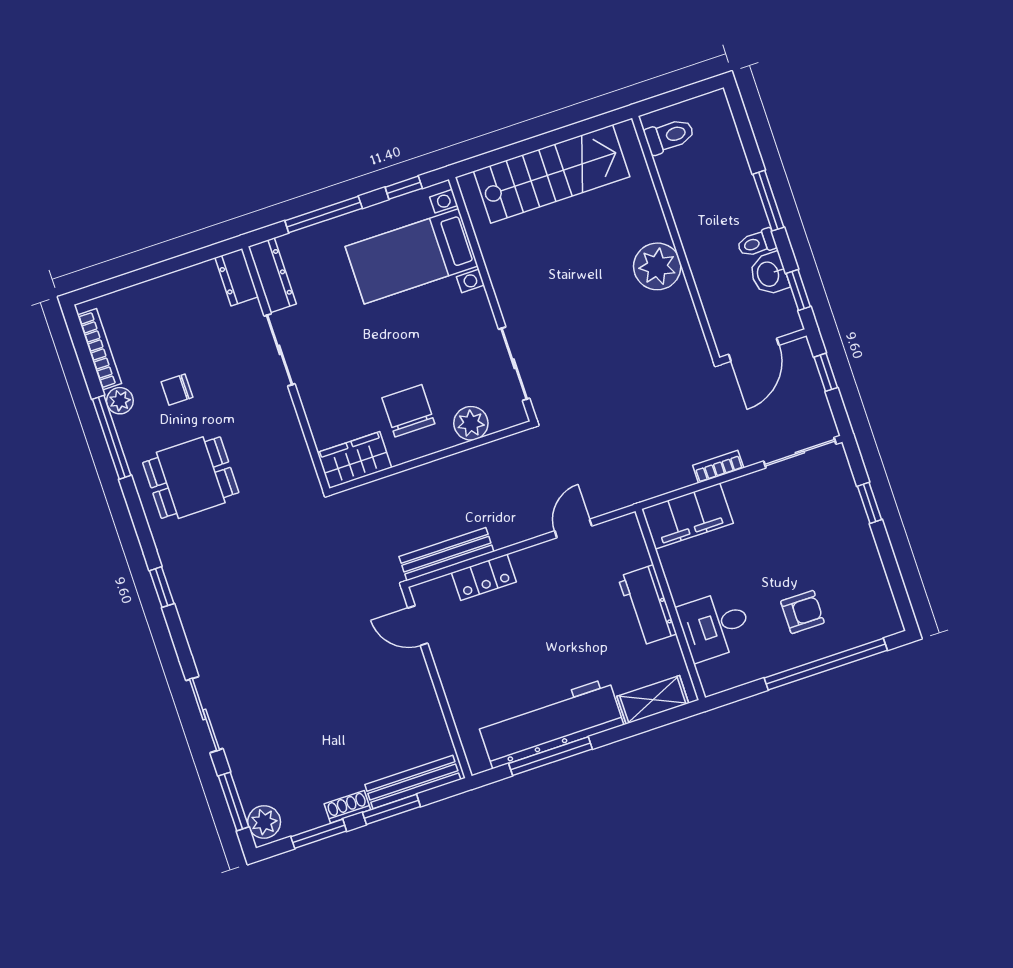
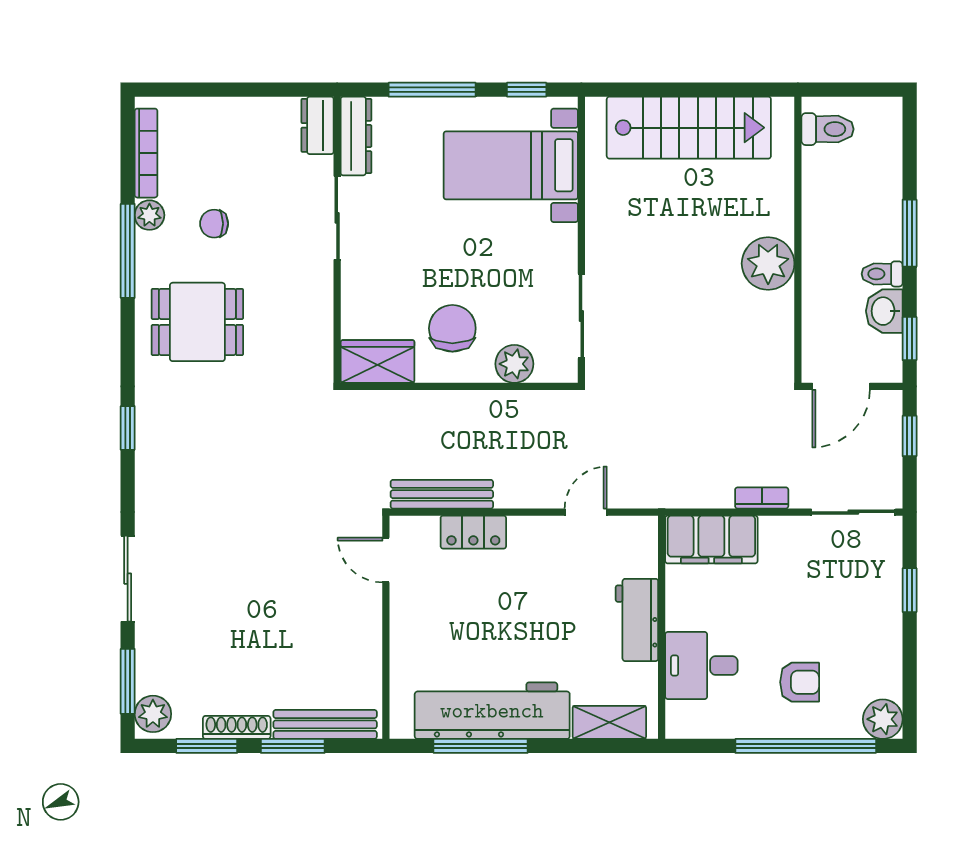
plant: (883, 620) -> (883, 719), added
shoe rack: (347, 807) -> (237, 727), width x1.43

